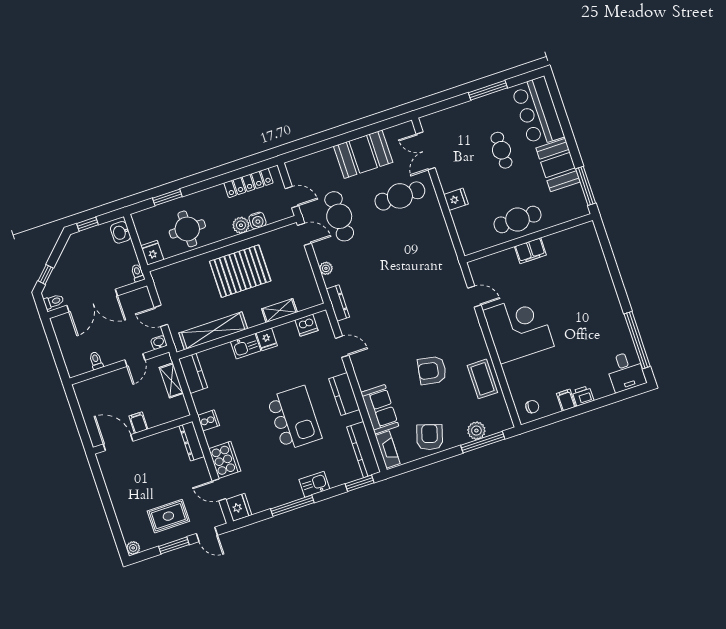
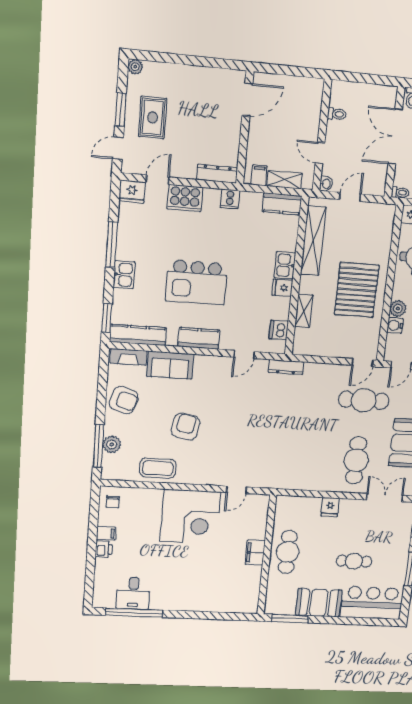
plant: (326, 268) -> (323, 369), removed
desk: (626, 371) -> (133, 593), moved, turned -90
filing cabinet: (138, 423) -> (259, 175), moved, turned -90

